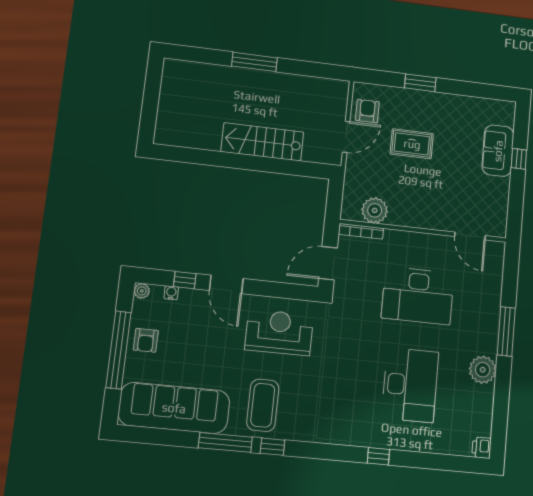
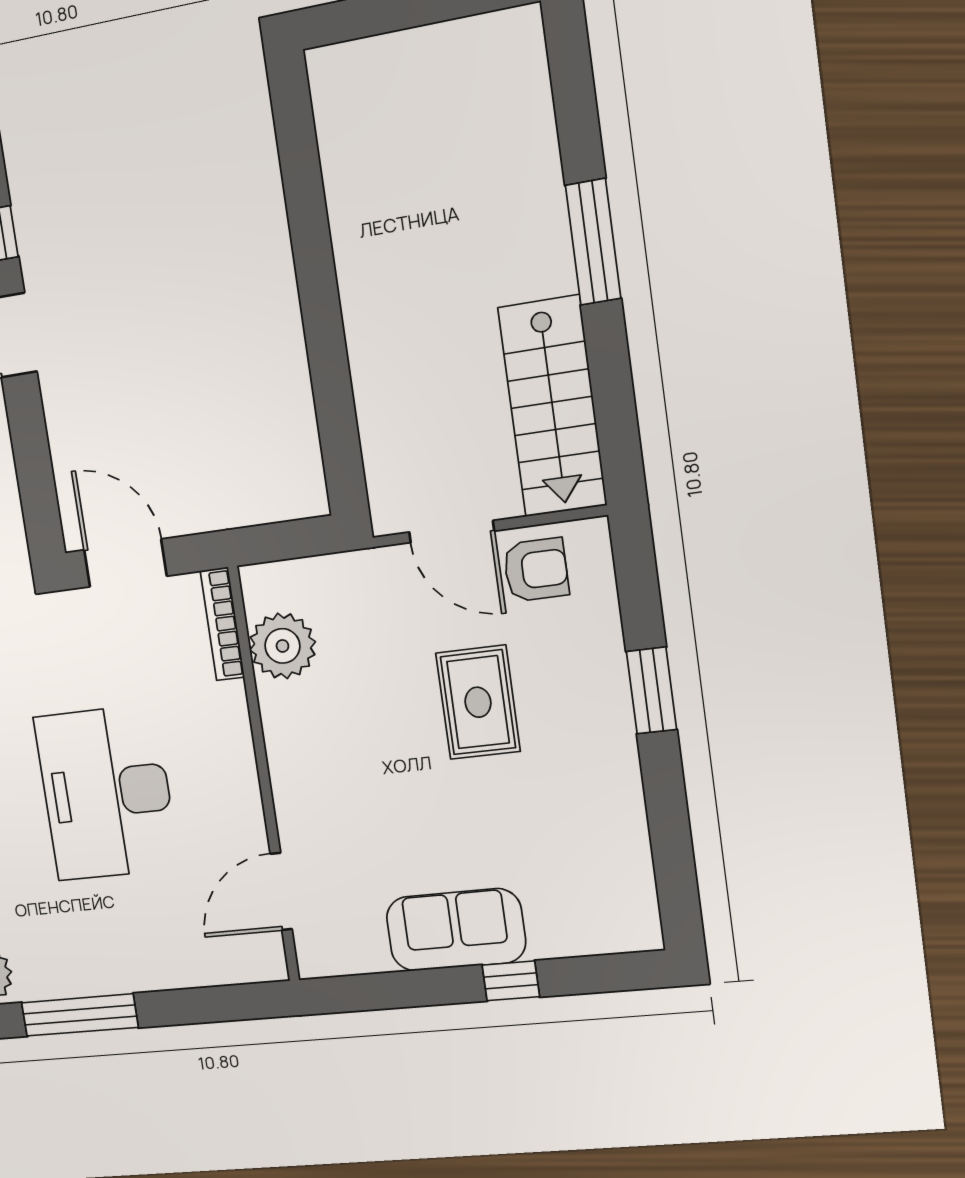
stairs: (262, 142) -> (552, 406), moved, turned 180
sofa: (498, 151) -> (456, 930), moved

